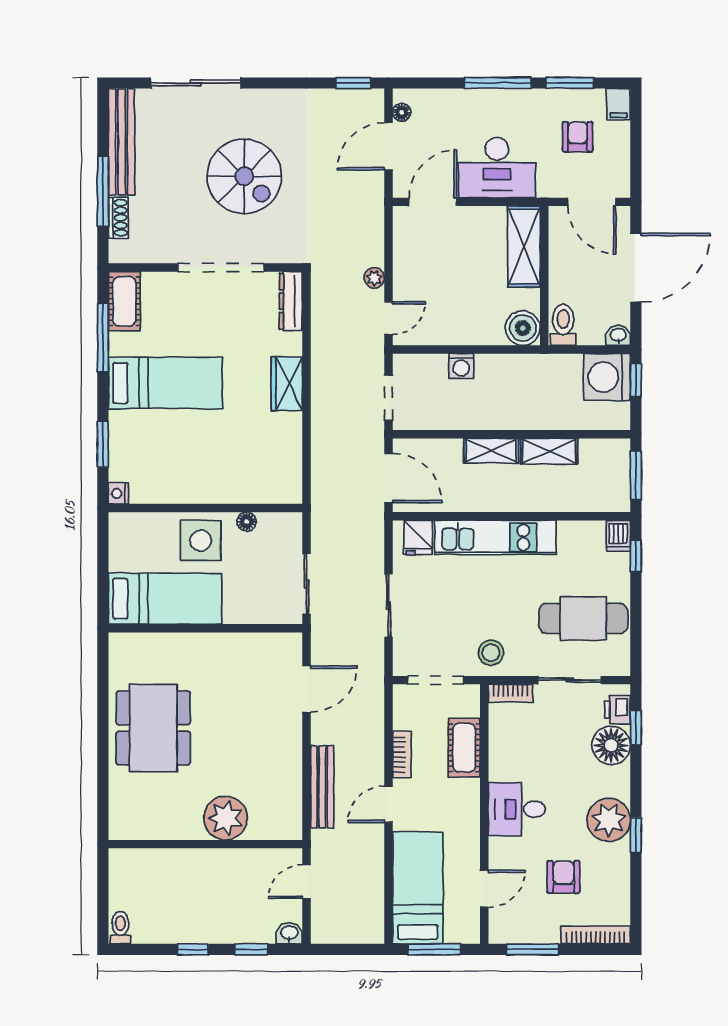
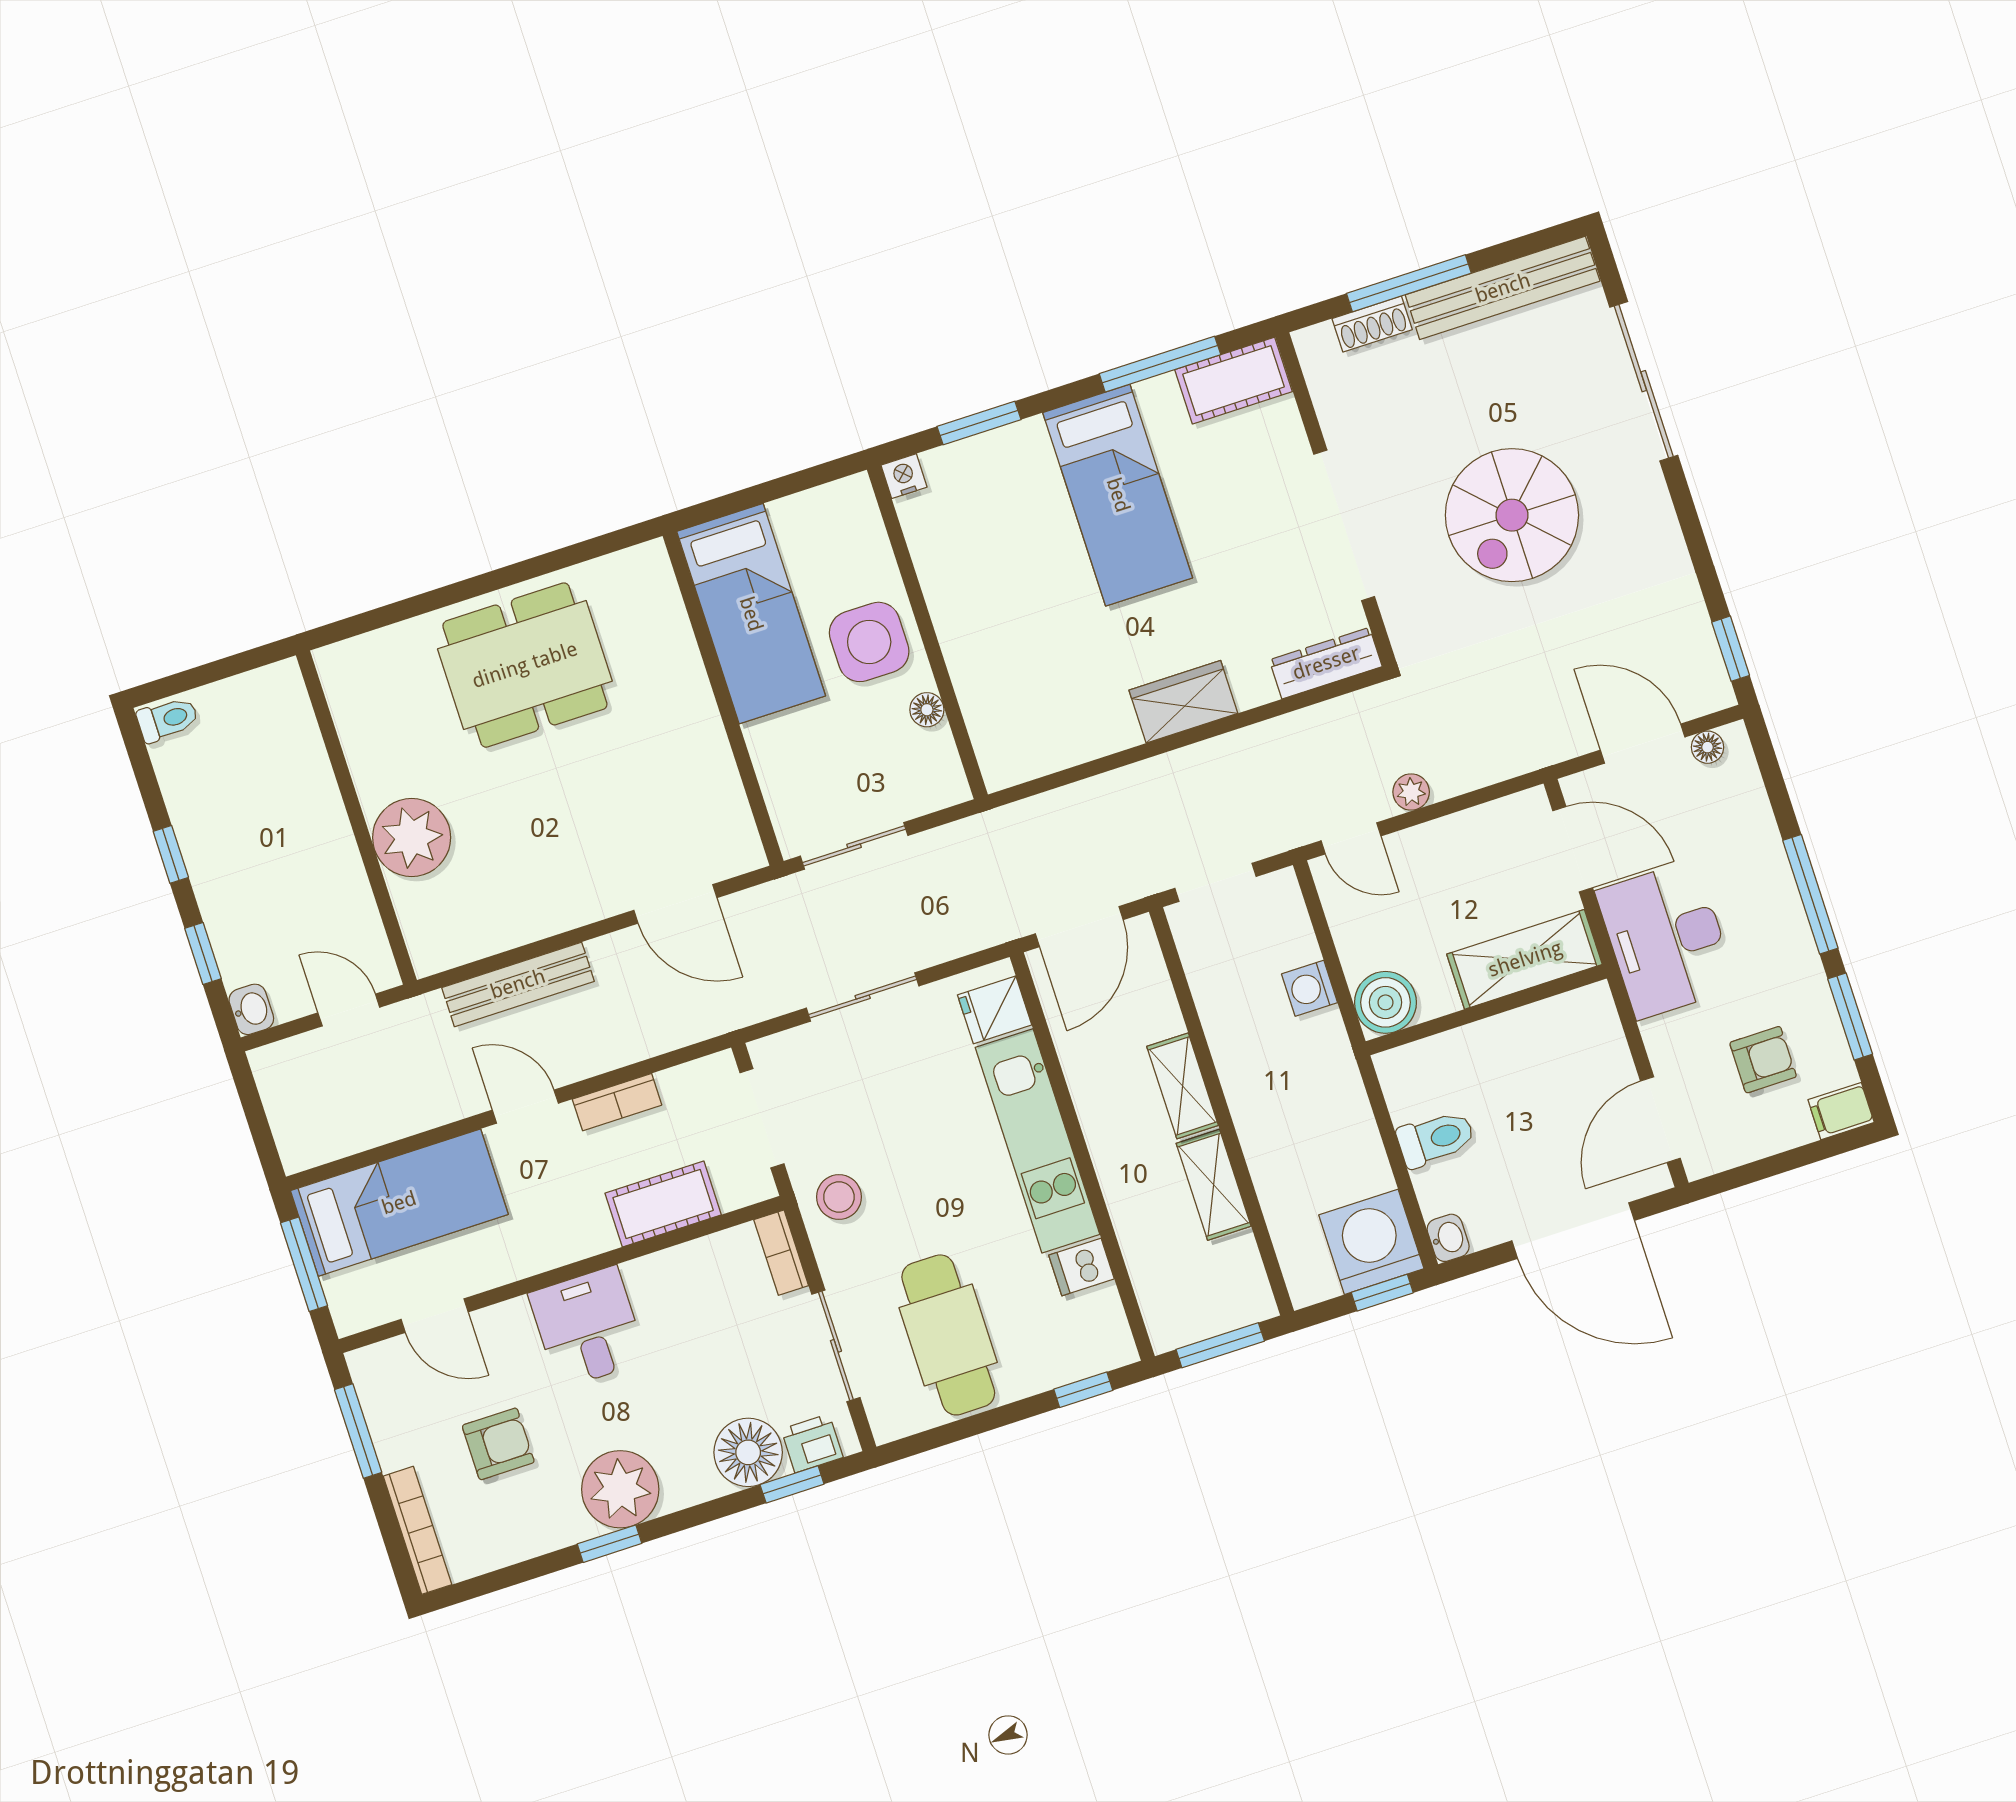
shelving: (524, 247) -> (1525, 959), moved
wall: (544, 276) -> (1486, 1010), moved
boiler: (523, 328) -> (1385, 1002), moved
dishwasher: (618, 536) -> (1081, 1267), moved

